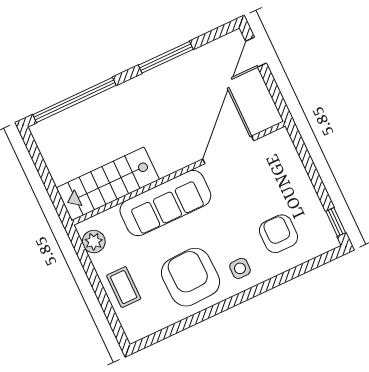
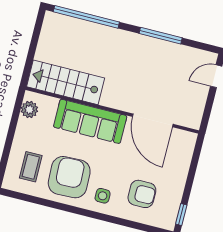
door: (228, 150) -> (153, 120), swing flipped
armchair: (278, 234) -> (142, 194), turned 90
coffee table: (124, 287) -> (31, 167), moved

